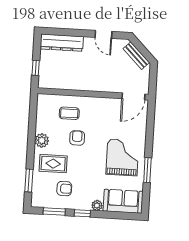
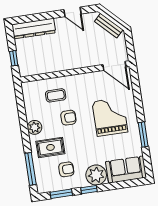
door: (133, 96) -> (114, 66), hinge flipped
armchair: (77, 138) -> (68, 118), turned 90
grand piano: (122, 157) -> (110, 117), moved
window: (29, 181) -> (30, 169), width x1.44
plant: (97, 205) -> (96, 175), width x1.87, depth x1.87

